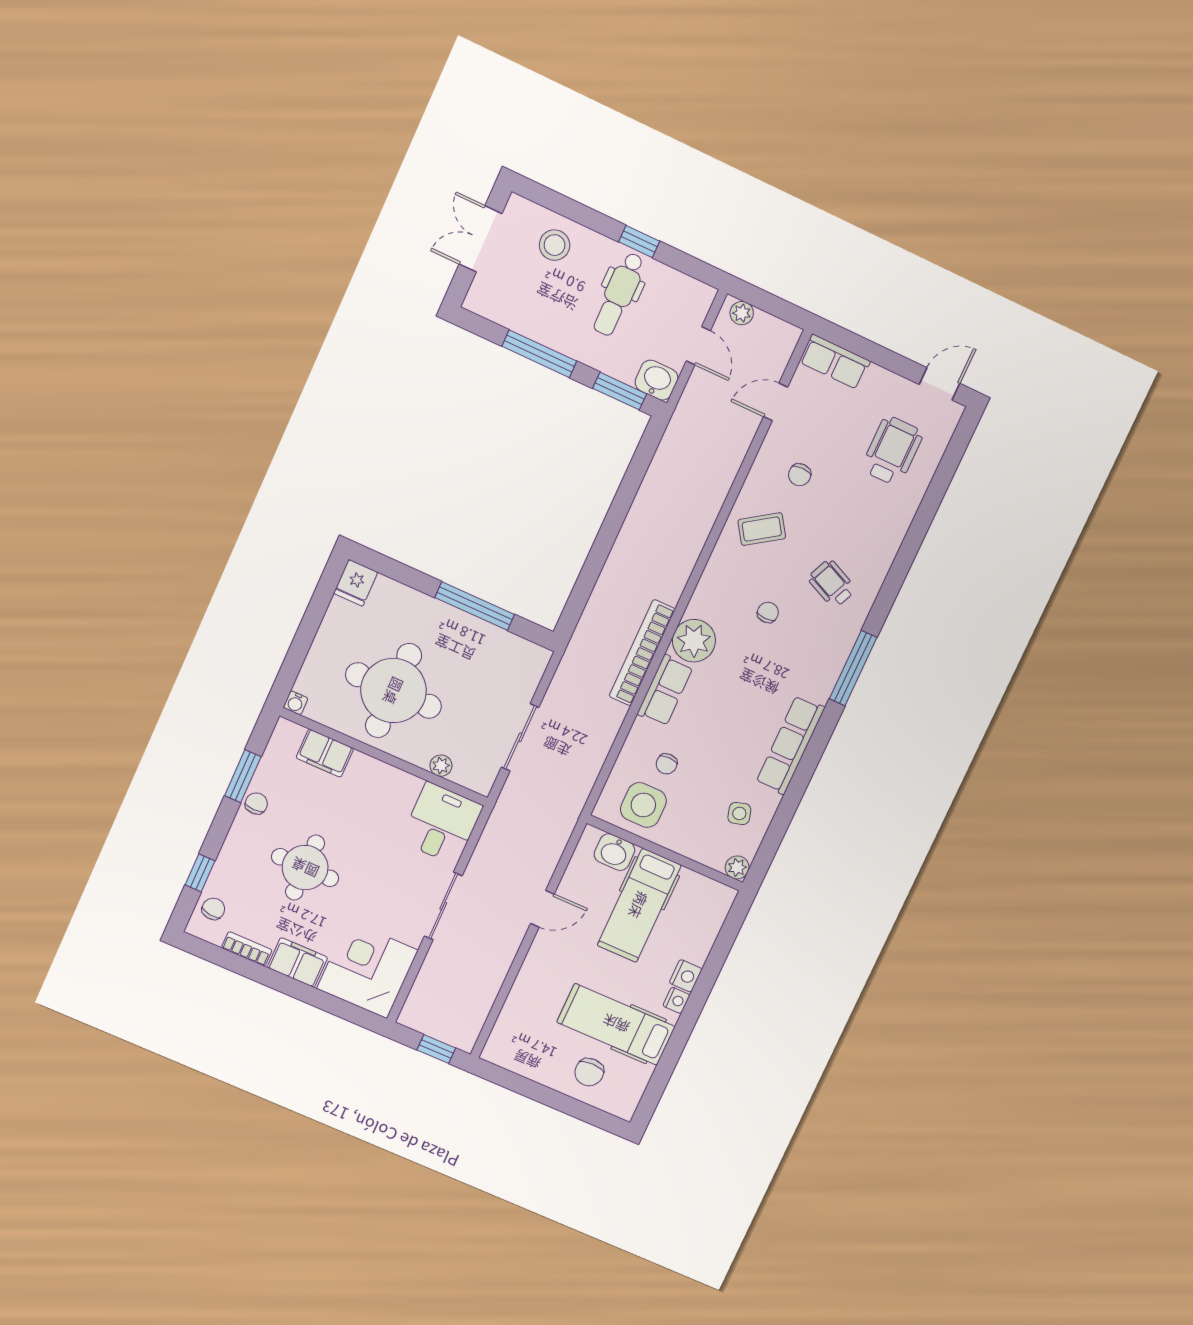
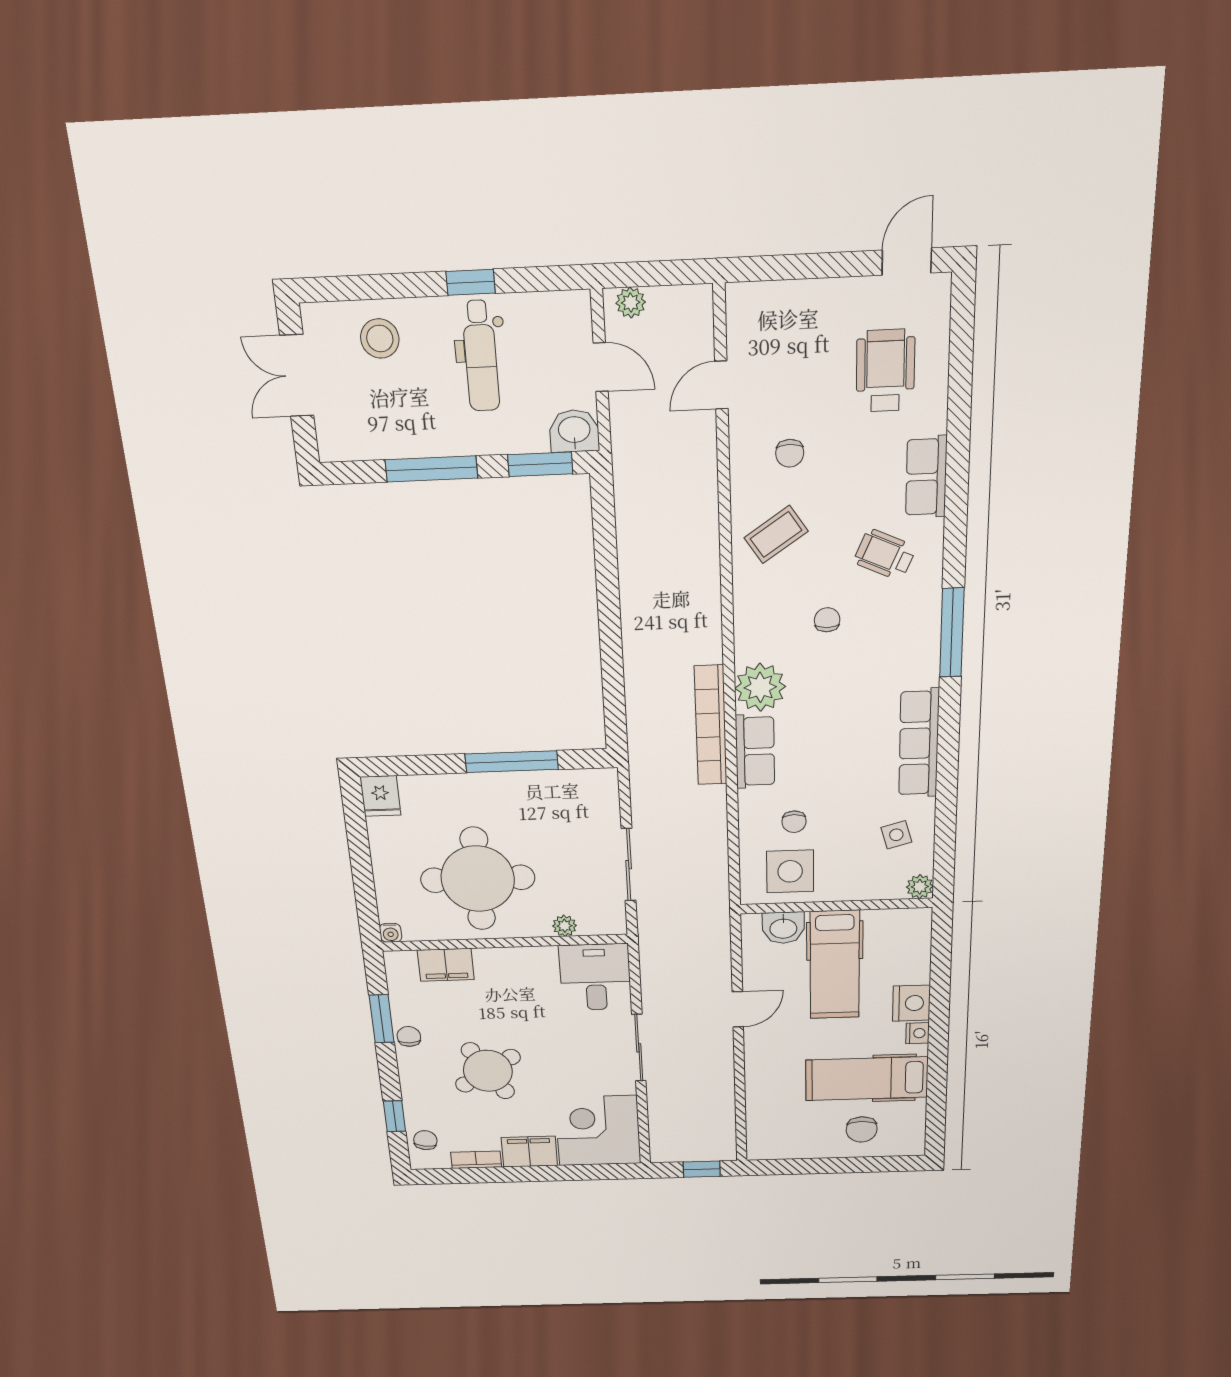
row of seats: (835, 362) -> (926, 477), moved, turned 90
round table: (305, 868) -> (488, 1071), turned -32
nightstand: (686, 976) -> (911, 1003), width x1.36, depth x1.33

